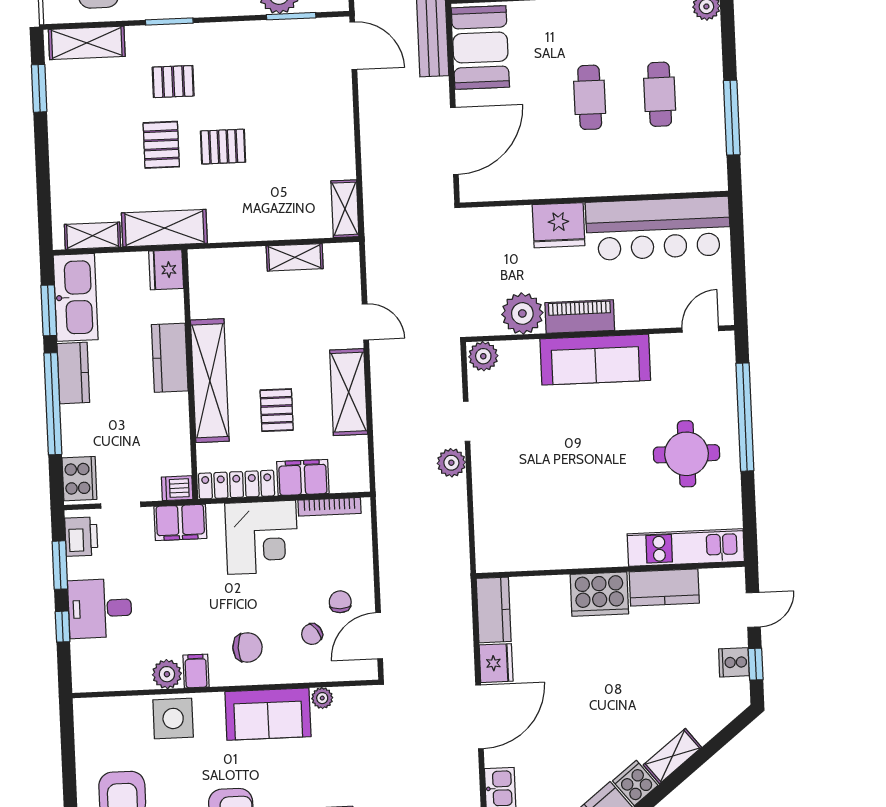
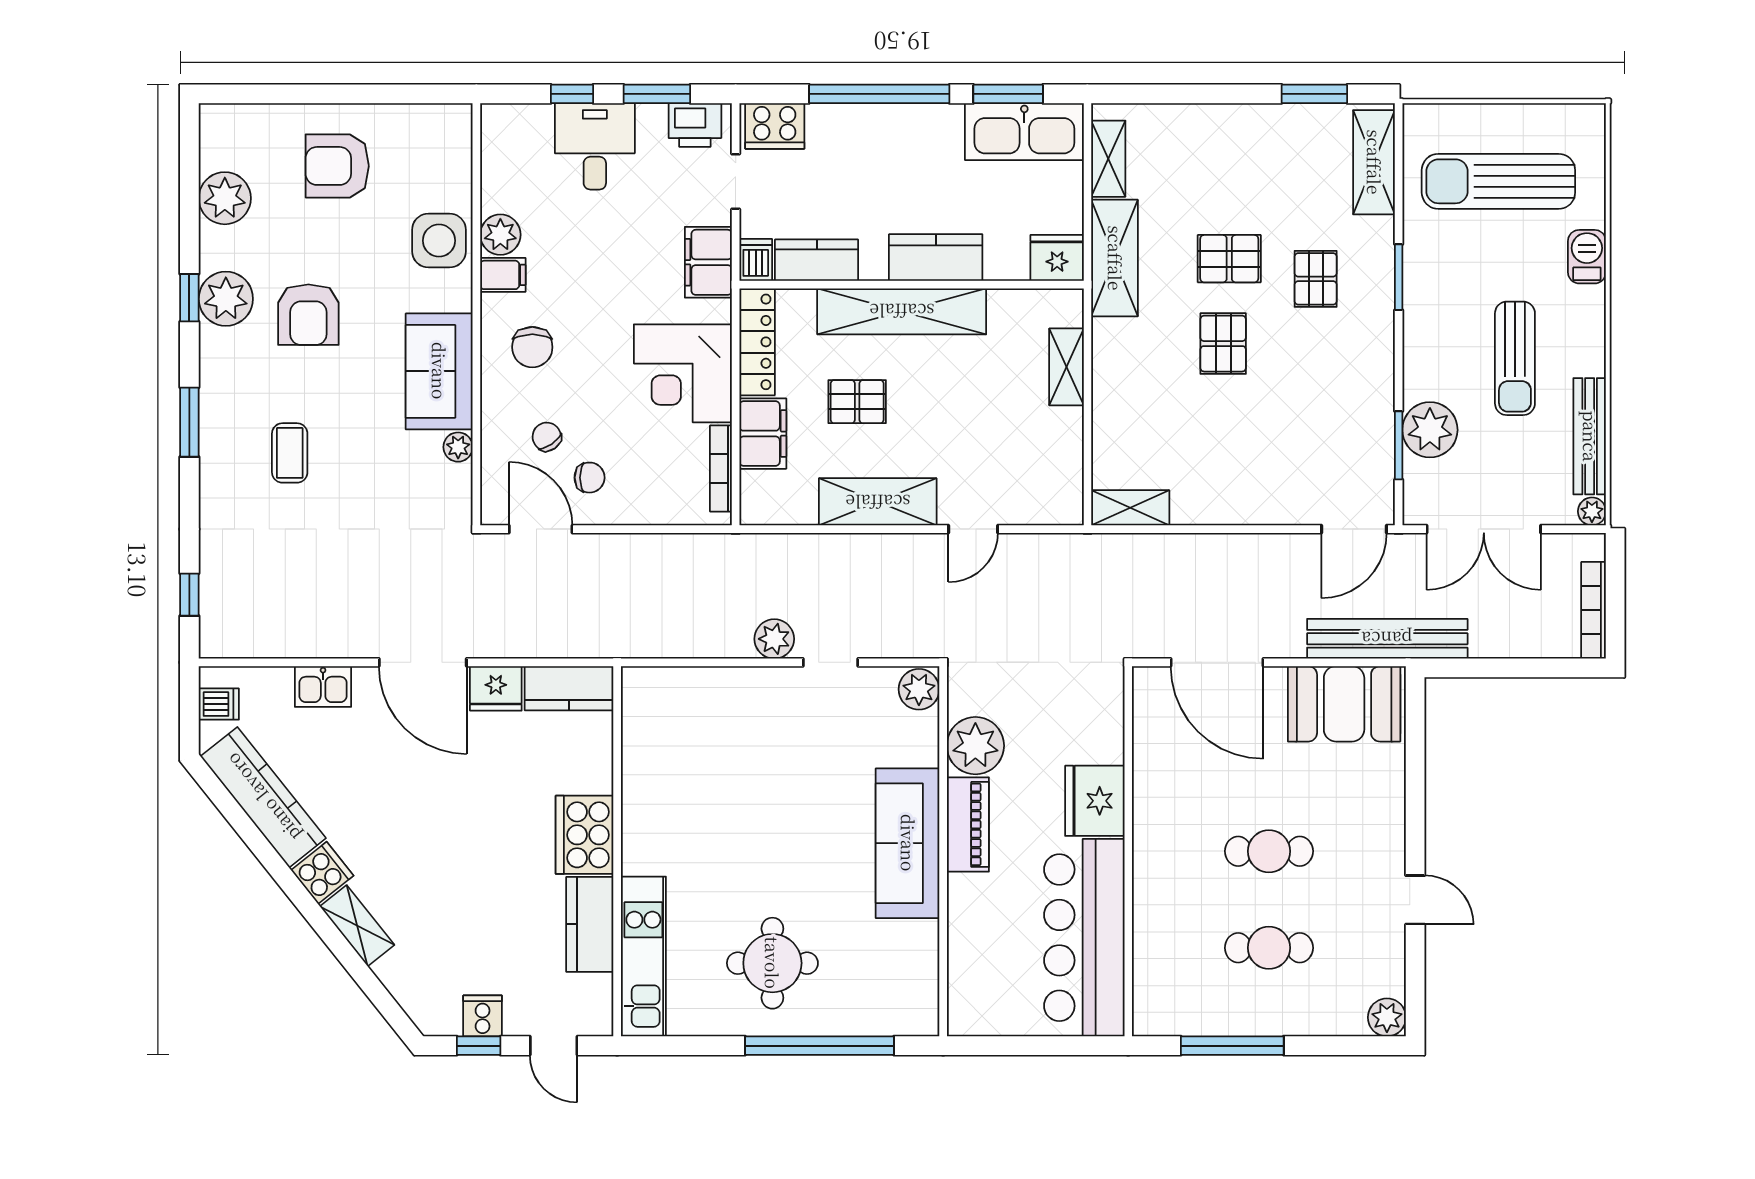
shelving: (295, 257) -> (1066, 367), moved
door: (700, 329) -> (943, 990), removed
kitchen counter: (73, 373) -> (817, 260), moved, turned 180

